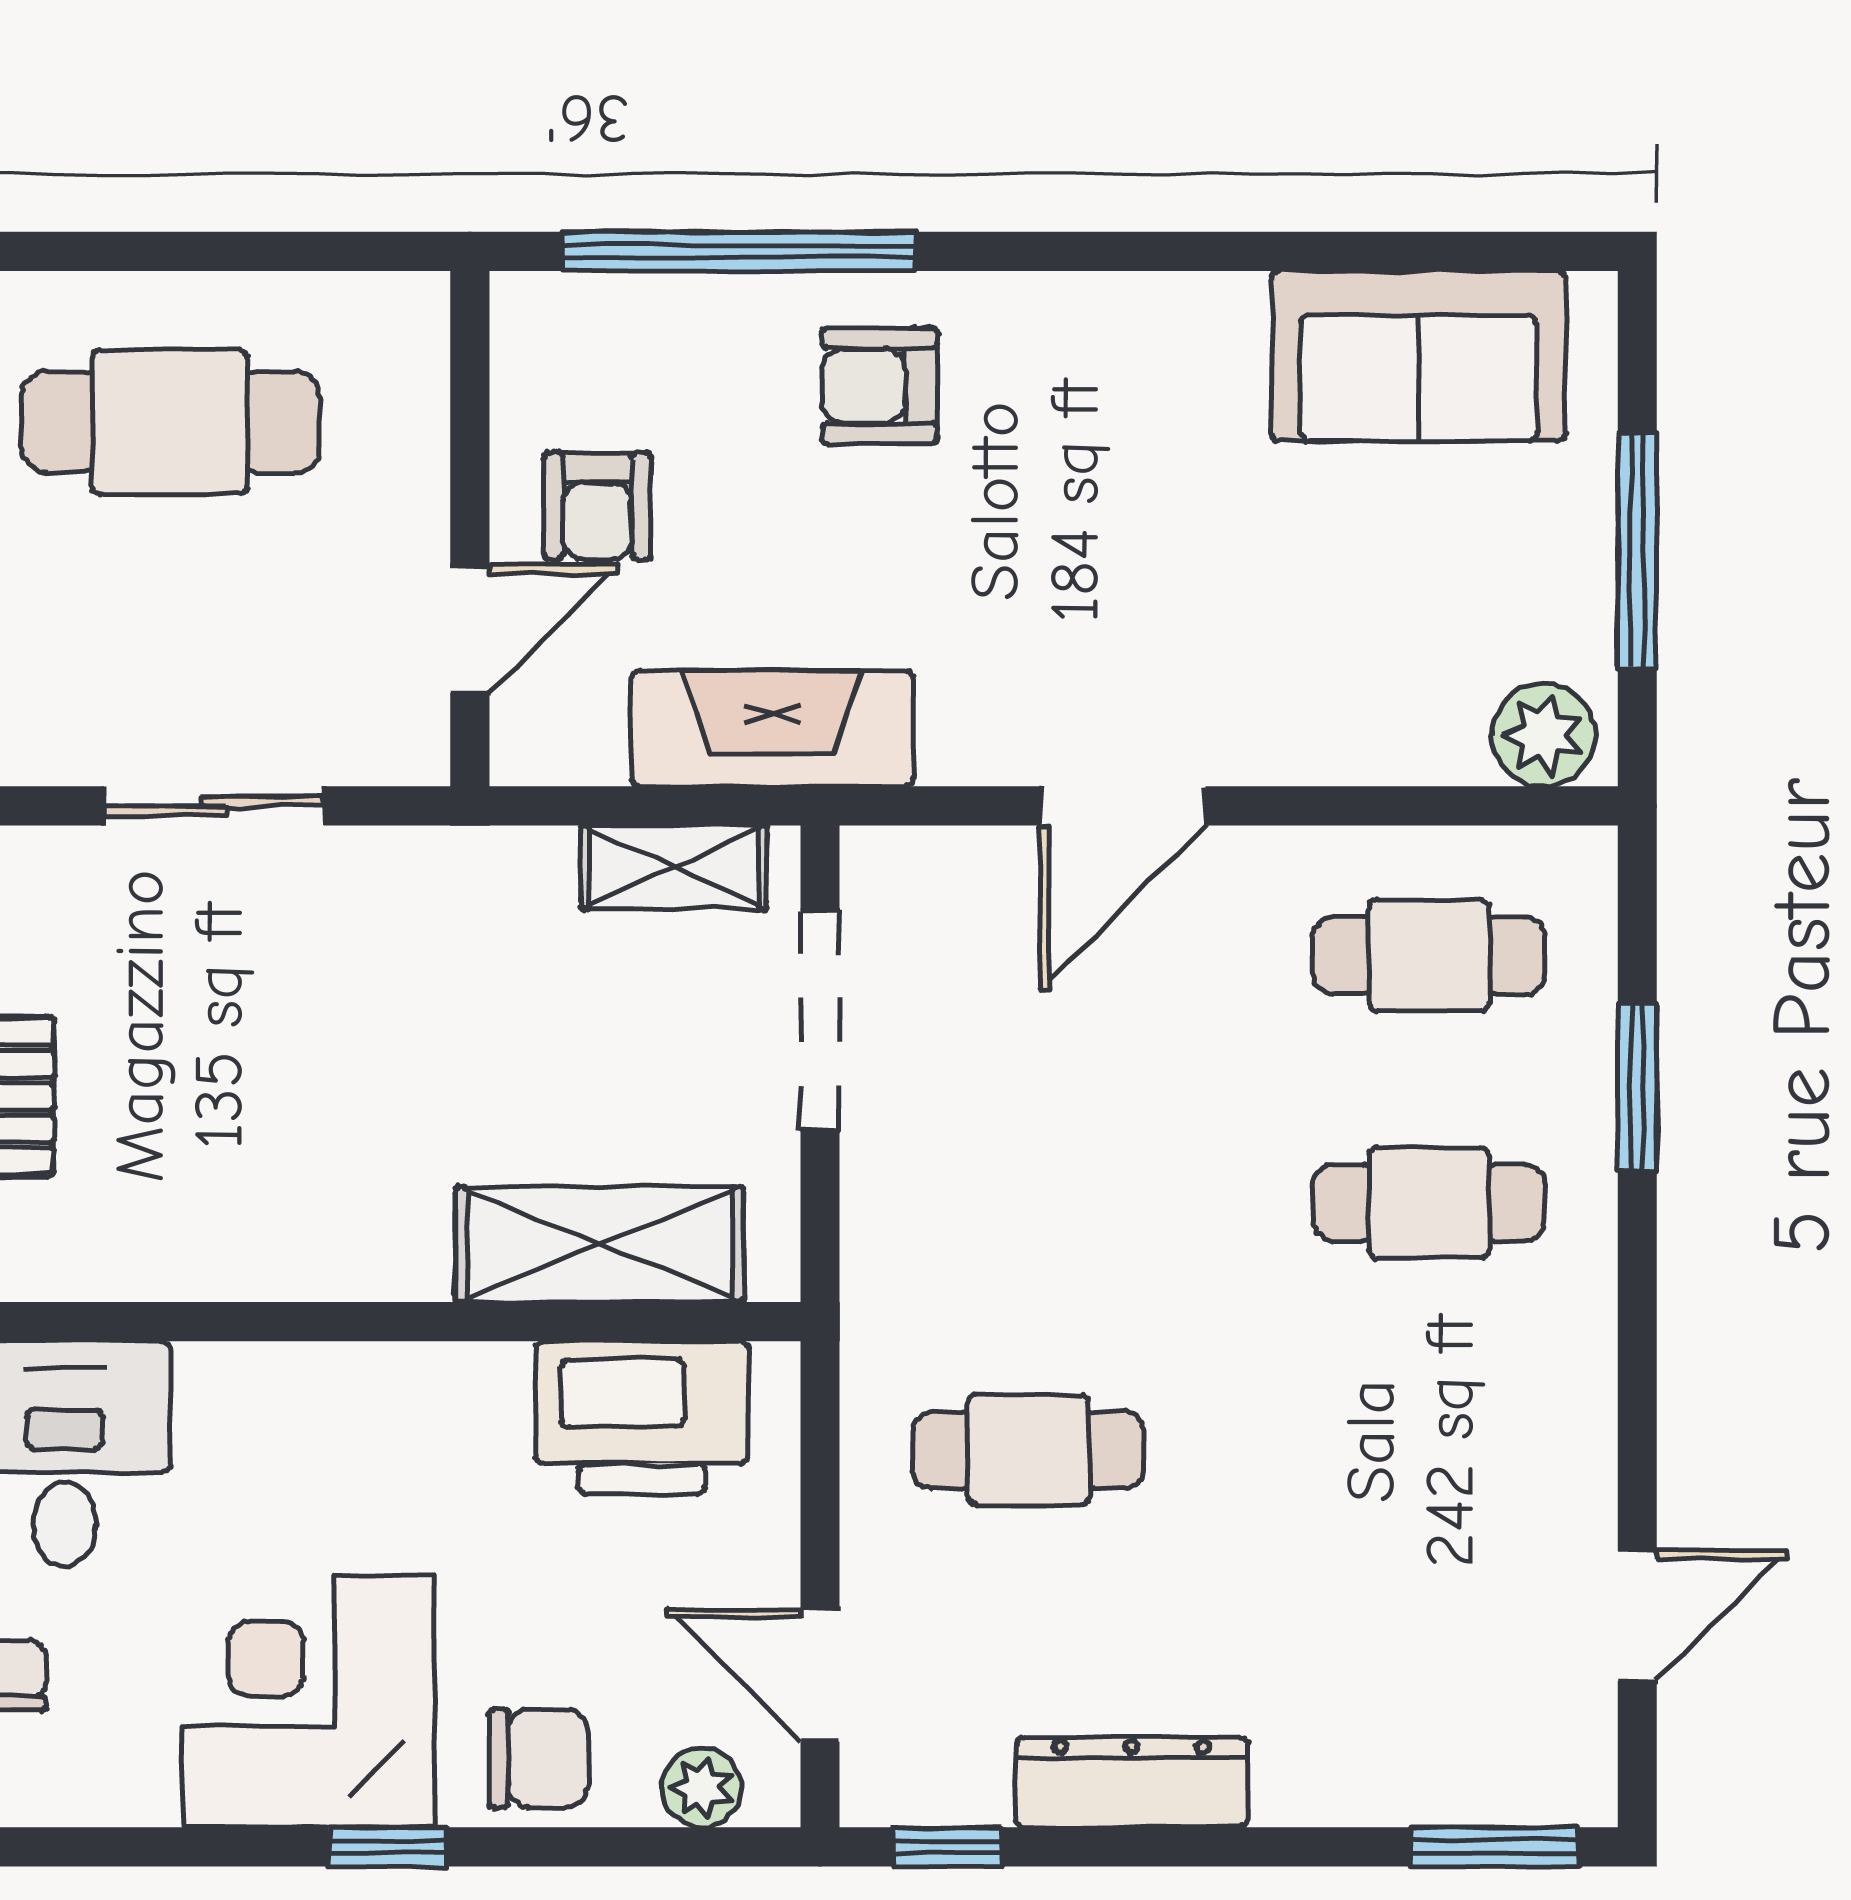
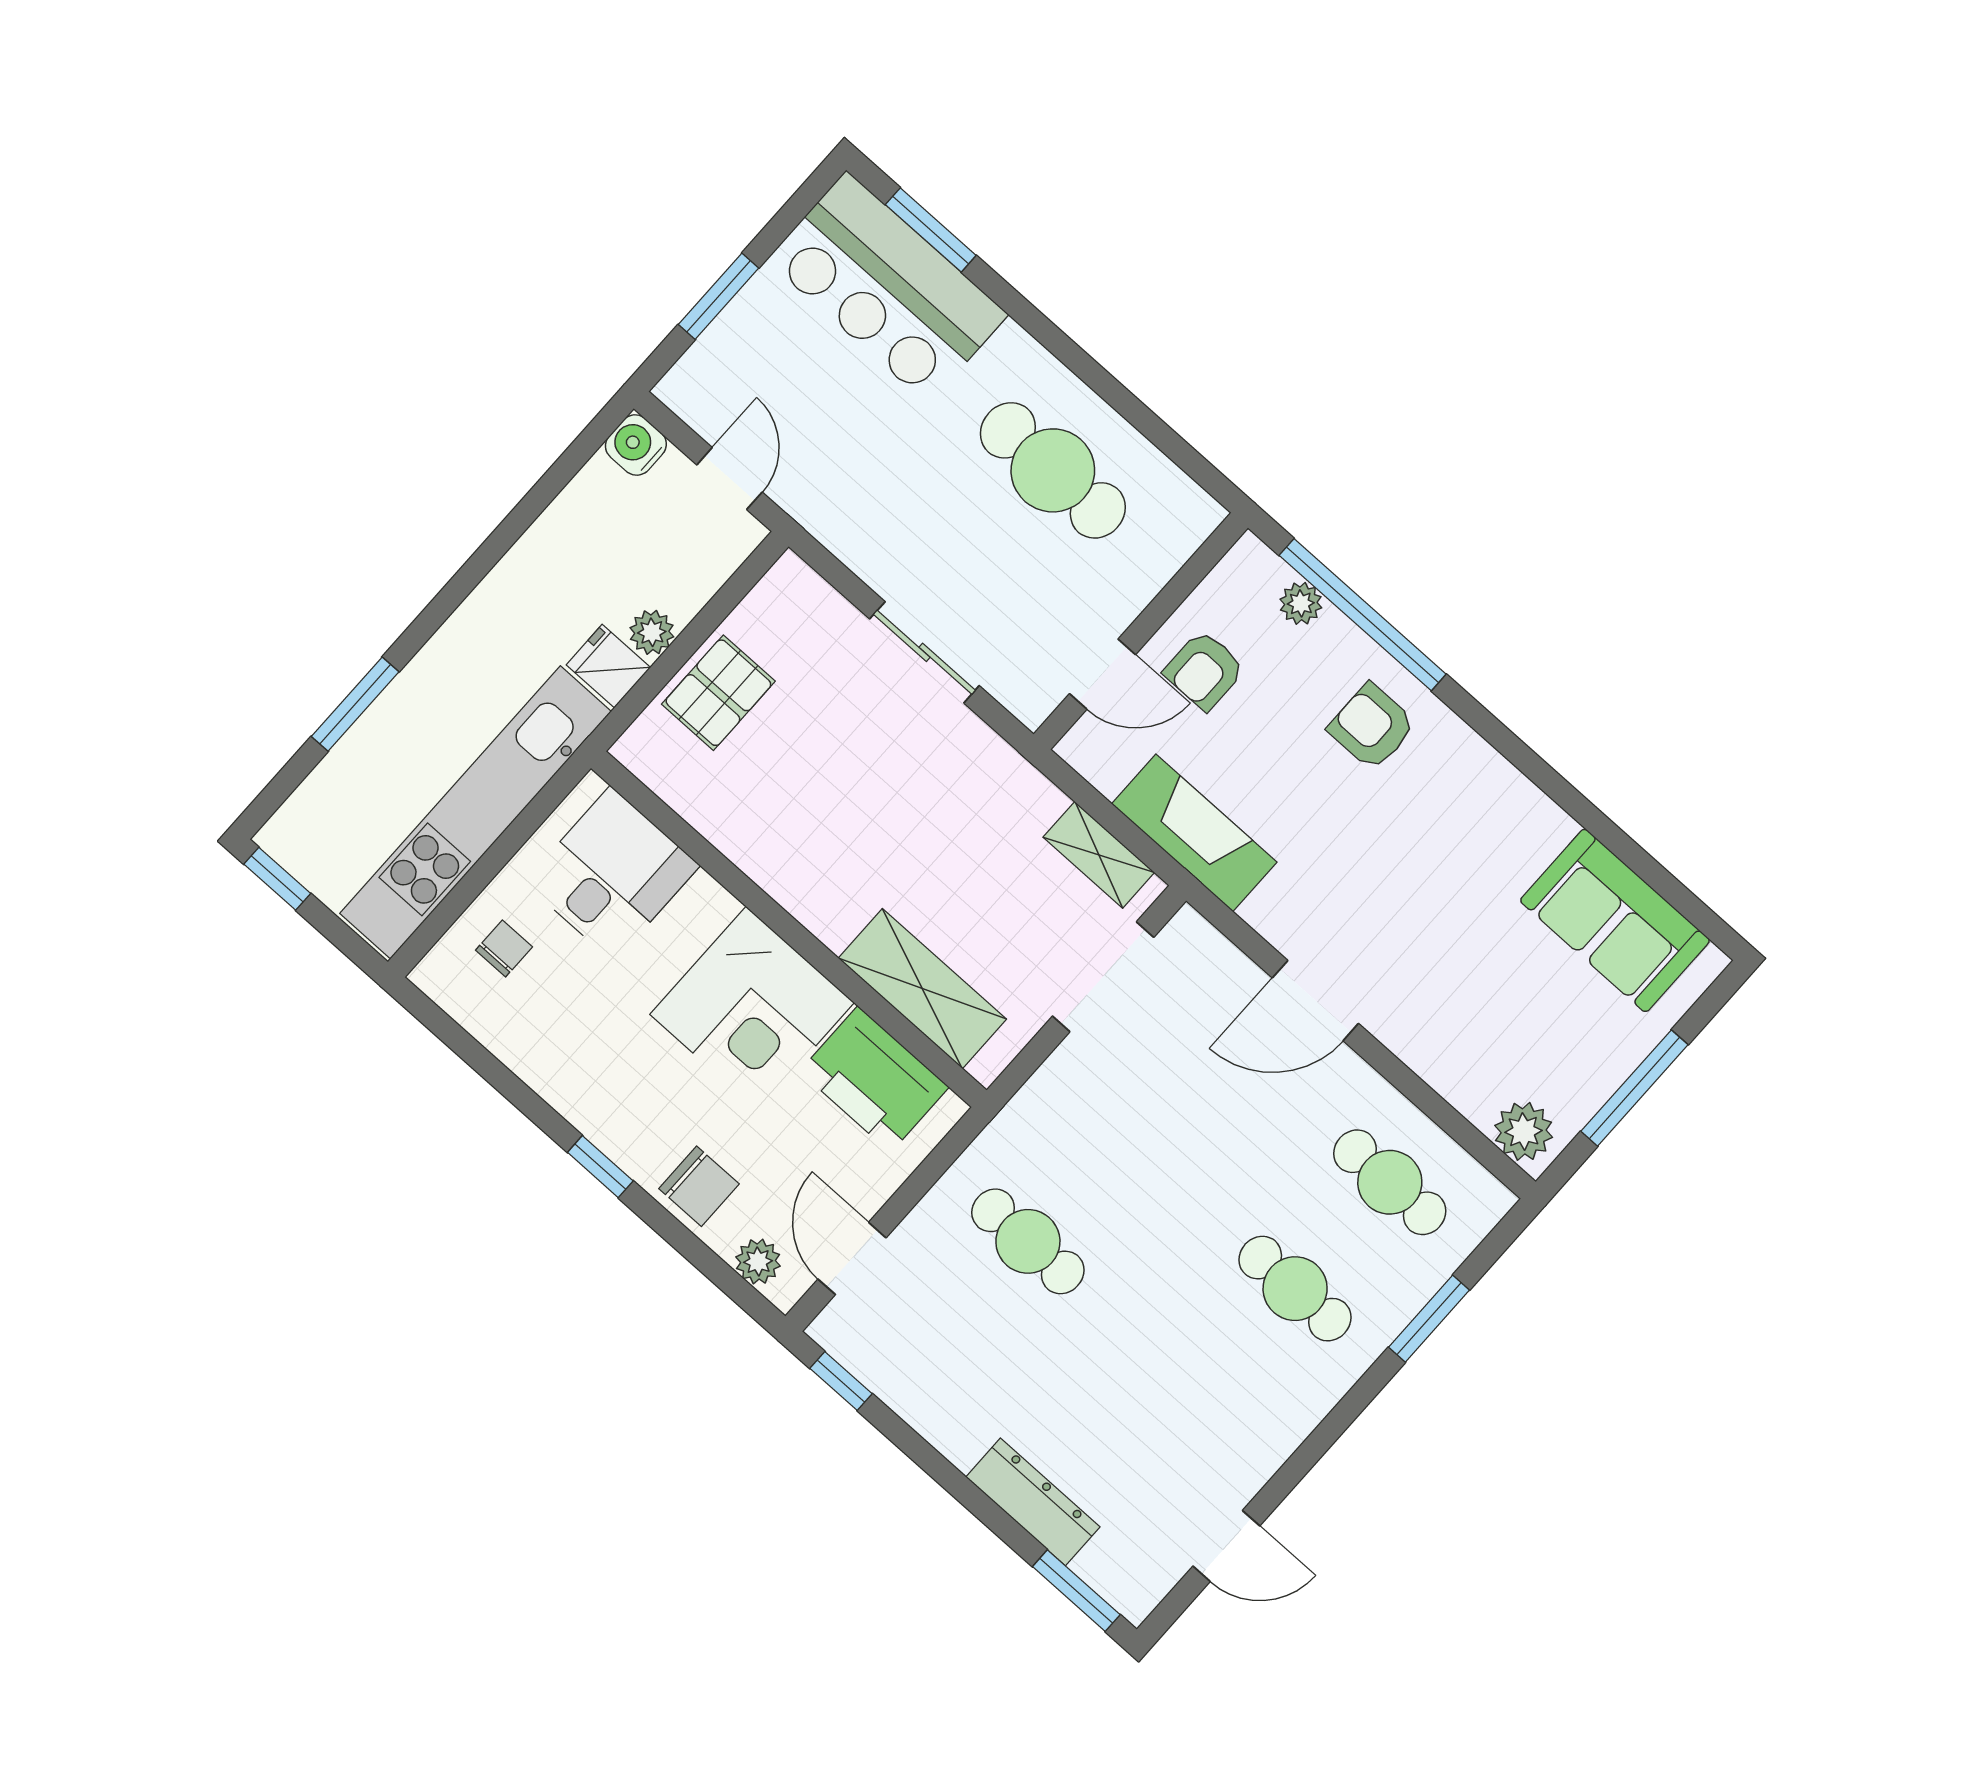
plant: (645, 308) -> (1301, 603), added
corner desk: (309, 1702) -> (752, 1009), moved, turned 180
dresser: (1132, 1782) -> (1033, 1502), moved

